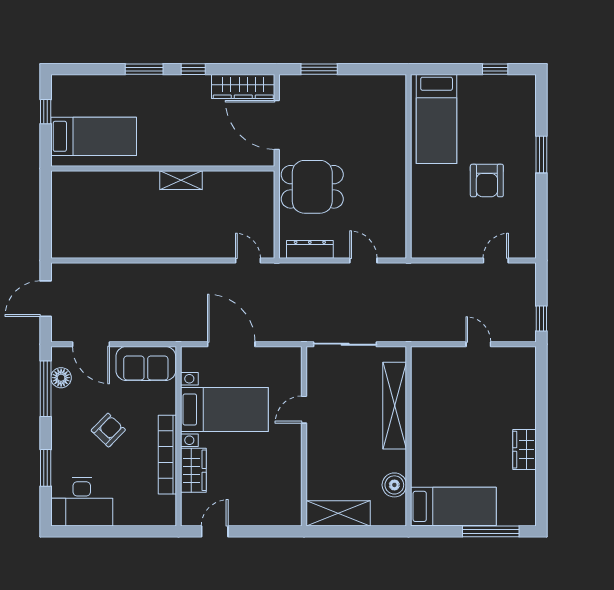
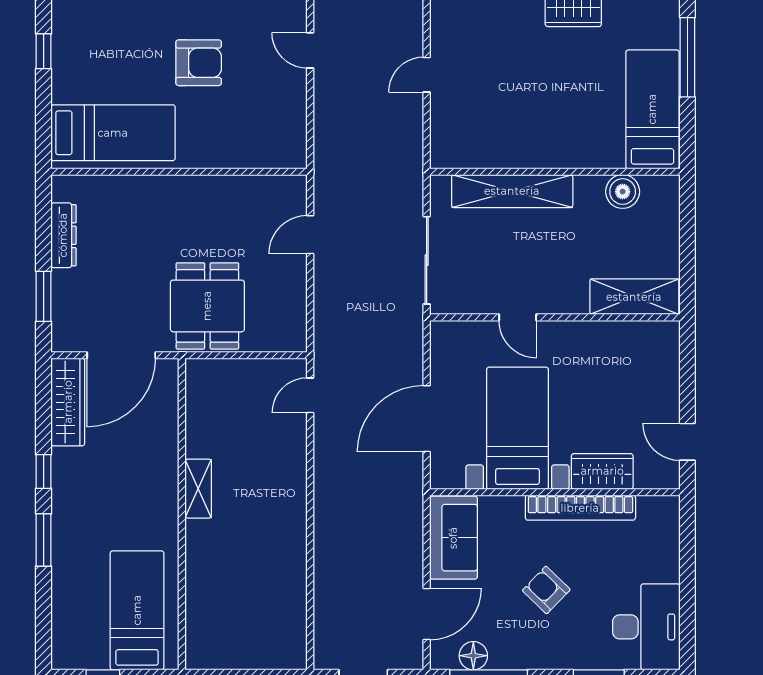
dresser: (310, 249) -> (63, 235), moved, turned 180
shelving: (338, 513) -> (634, 297), moved, turned 90

